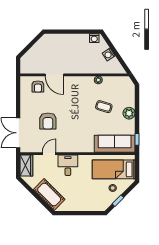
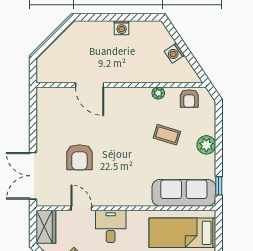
washing machine: (94, 38) -> (122, 28), moved
armchair: (38, 86) -> (189, 99), moved
door: (49, 154) -> (81, 208), hinge flipped

